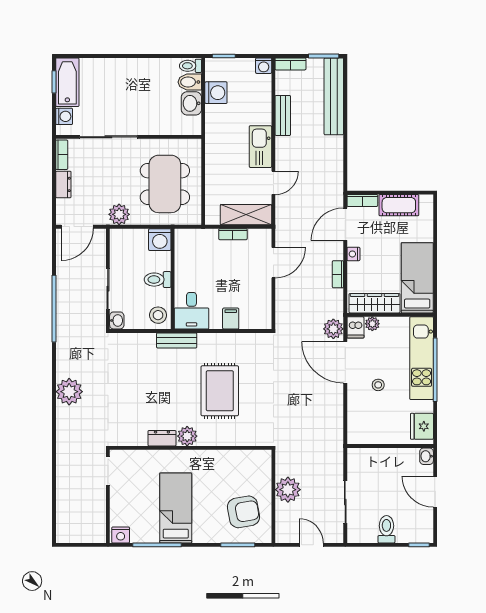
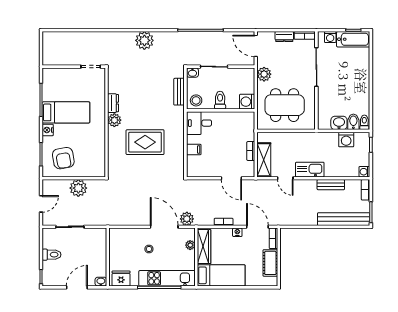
dishwasher: (355, 327) -> (188, 234), removed
bench: (177, 340) -> (179, 92), moved
door: (345, 362) -> (164, 227), hinge flipped
nightstand: (121, 535) -> (48, 130), moved

